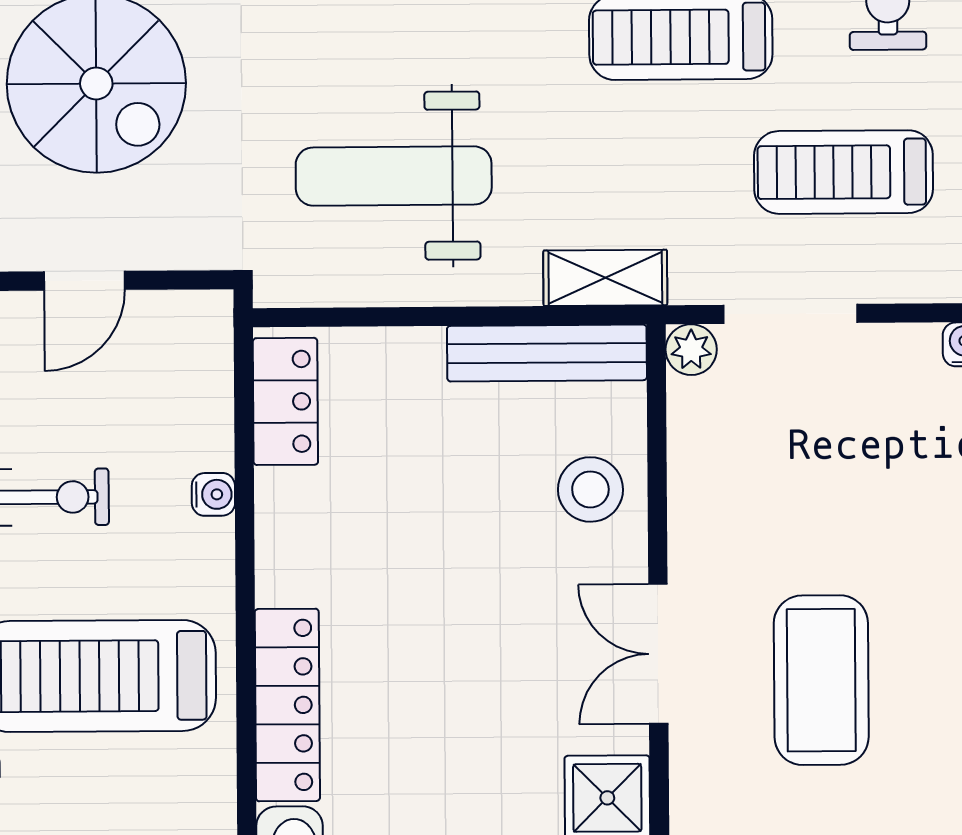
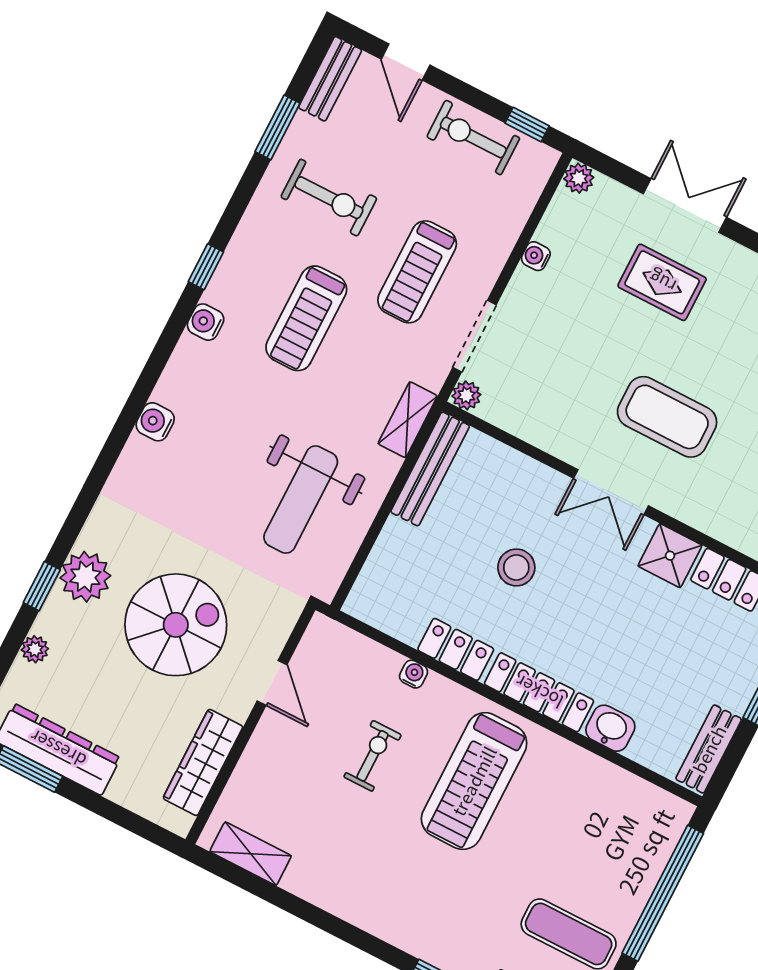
locker: (285, 401) -> (456, 649), moved
stool: (590, 489) -> (516, 567), moved

